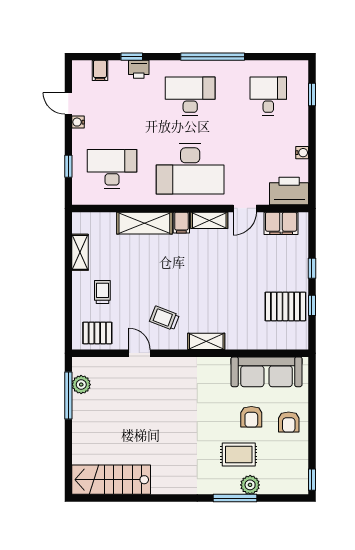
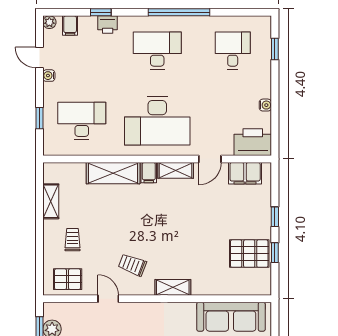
plant: (79, 67) -> (49, 22), added

